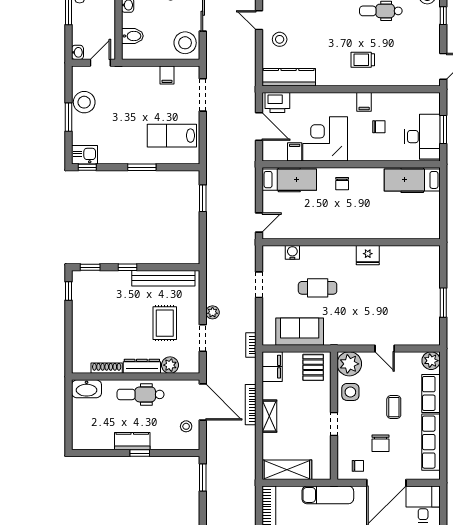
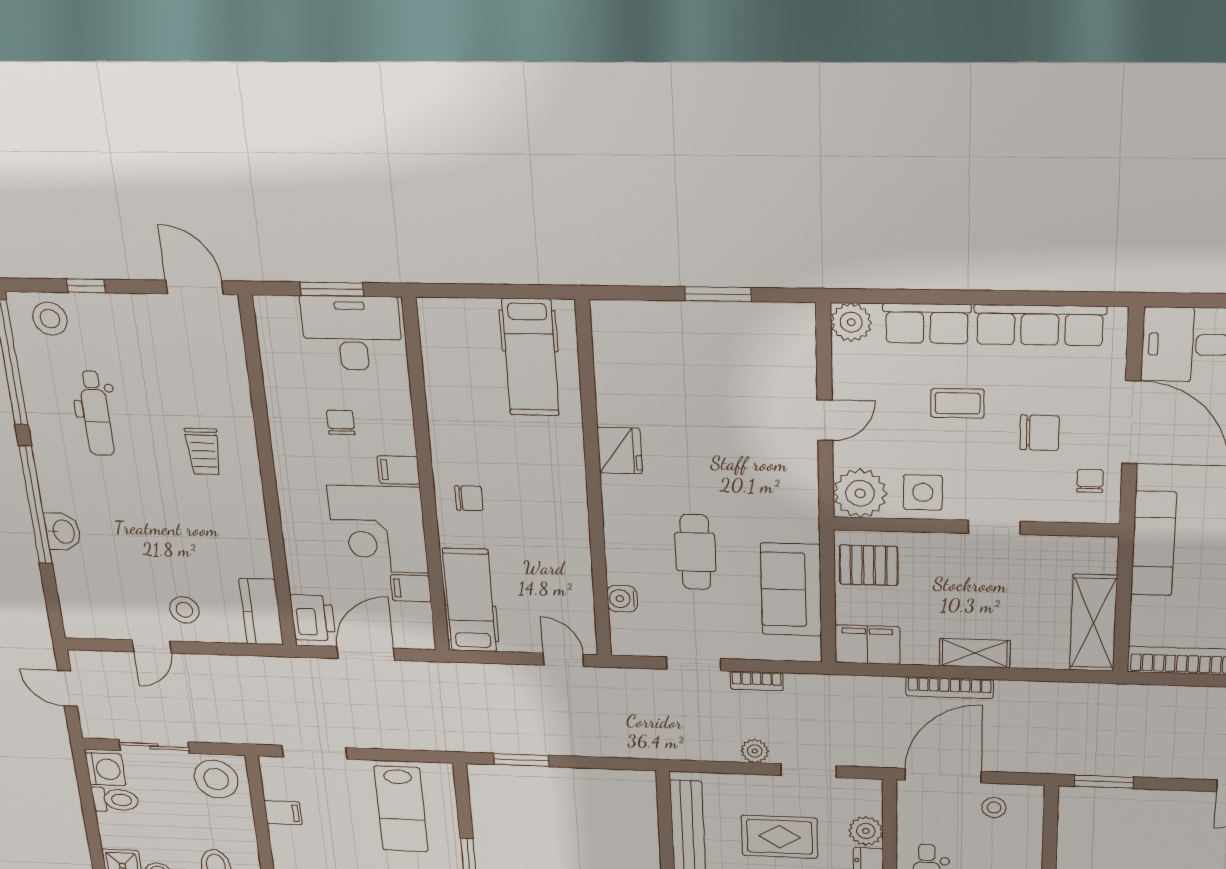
kitchen counter: (289, 77) -> (261, 612), width x0.67
filing cabinet: (364, 102) -> (398, 470), moved, turned 180
hospital bed: (412, 180) -> (530, 357), moved
bookcase: (251, 345) -> (757, 681), moved

